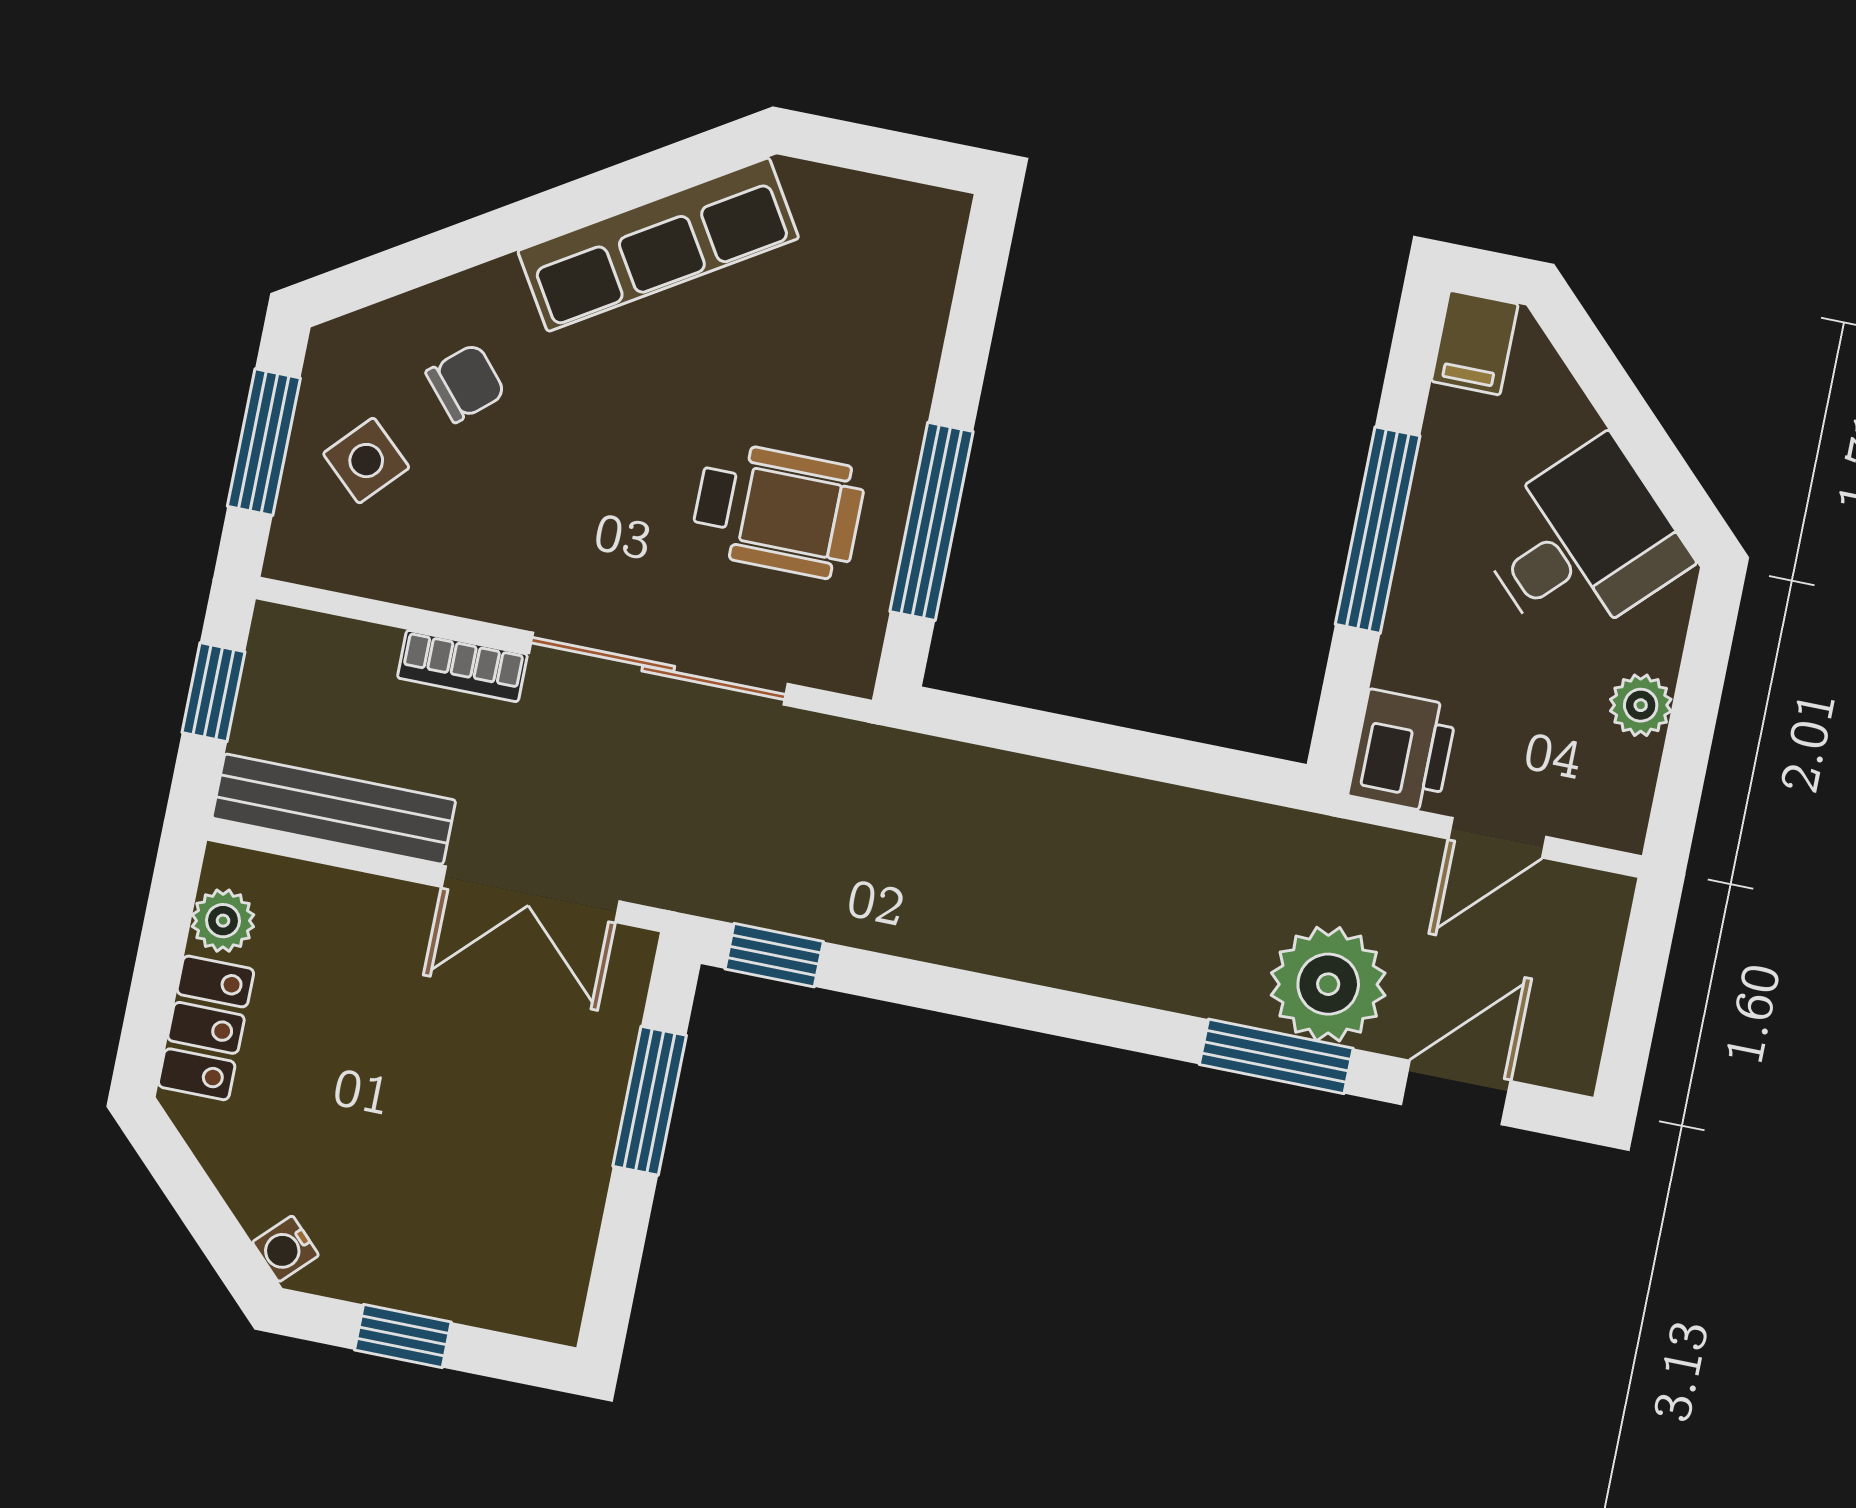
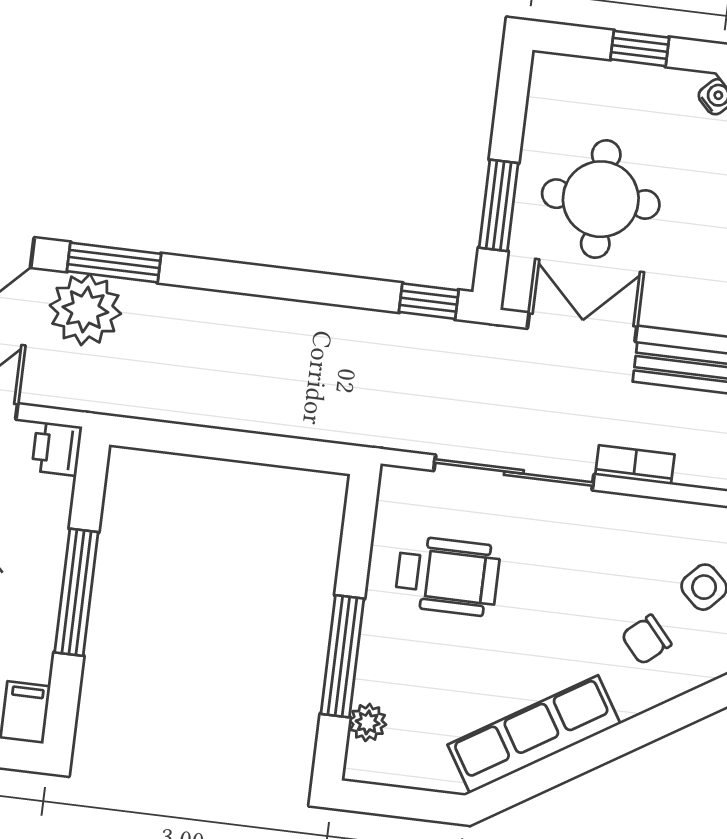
plant: (925, 284) -> (368, 722), added
wheelchair: (778, 510) -> (448, 576), turned 180
window: (931, 521) -> (342, 656), moved
printer: (1403, 751) -> (57, 449), width x0.73, depth x0.81
round table: (484, 1098) -> (601, 199), added

